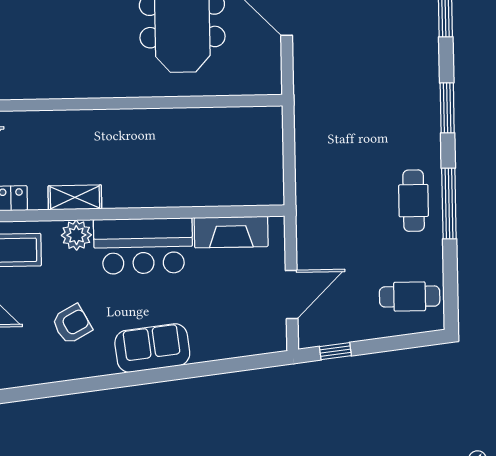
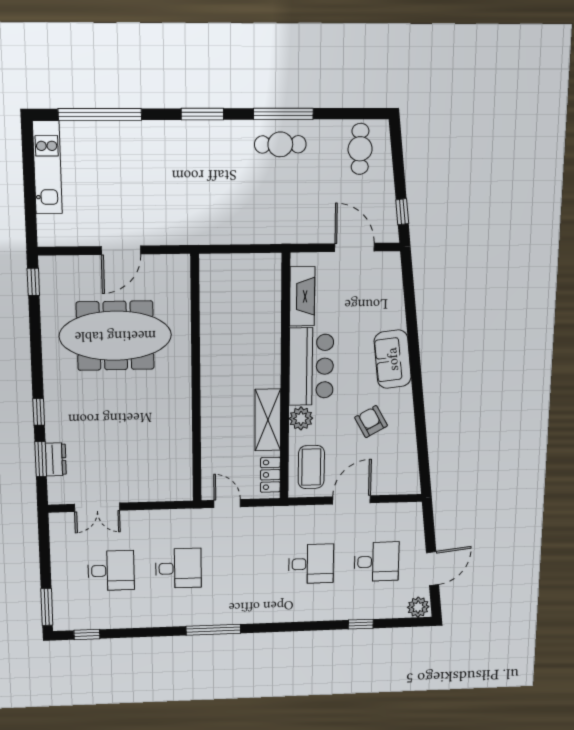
shelving: (75, 197) -> (268, 420), width x1.50, depth x1.33

